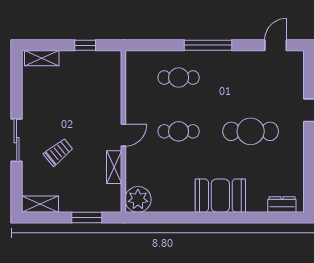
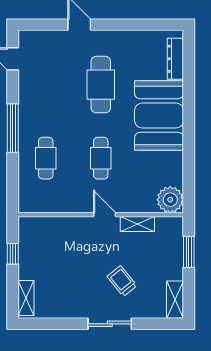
booth: (220, 196) -> (159, 116), width x1.36, depth x1.42
dresser: (282, 204) -> (175, 59), width x1.44

